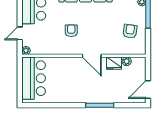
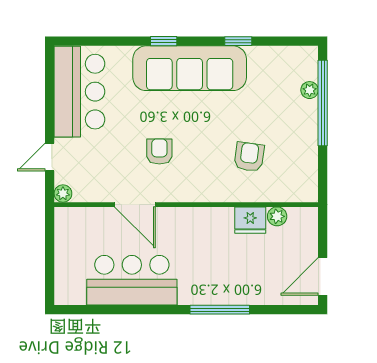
armchair: (130, 31) -> (249, 157), moved
door: (92, 56) -> (135, 205), moved
bar counter: (34, 78) -> (132, 280), moved, turned -90

